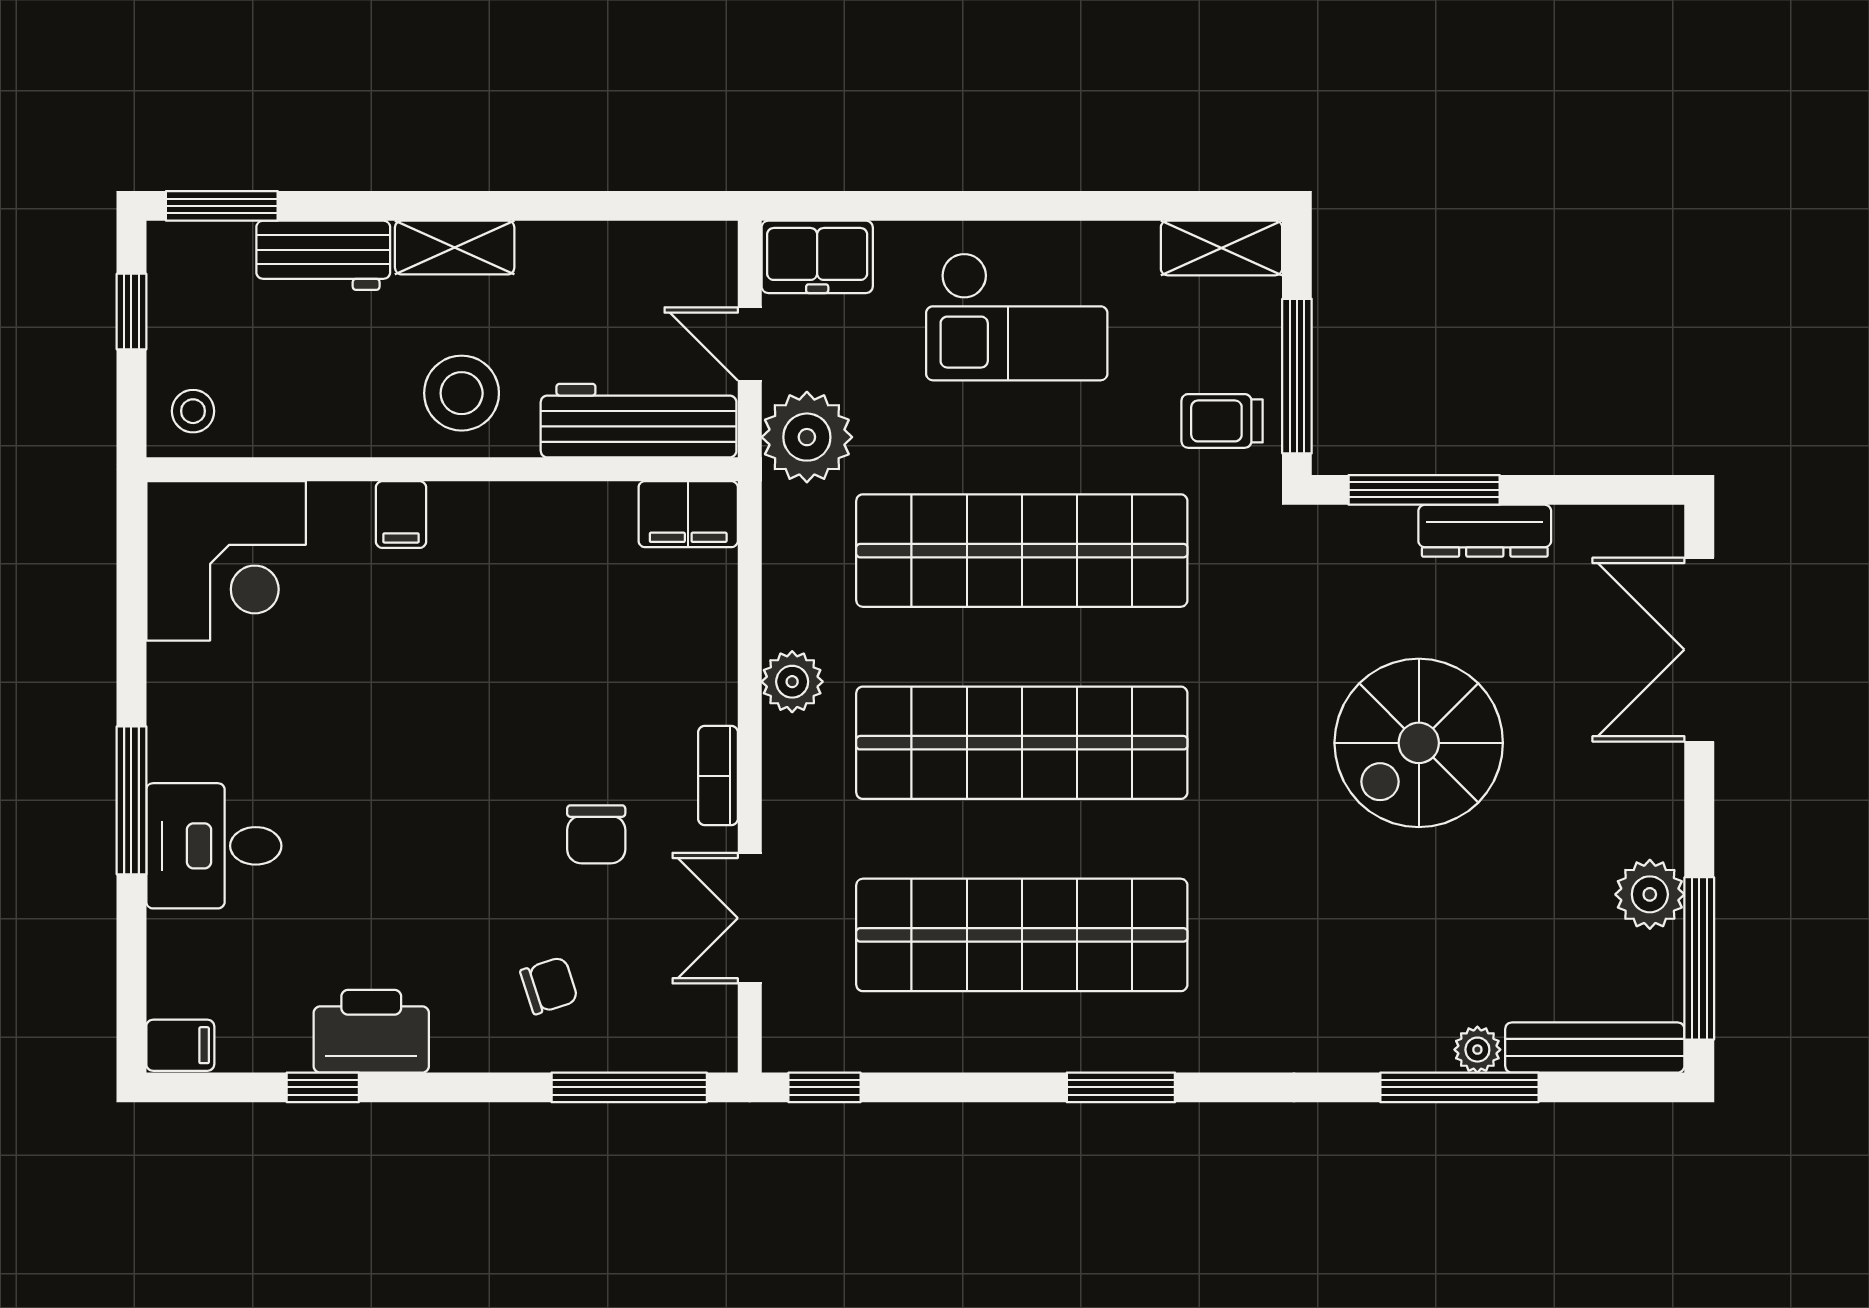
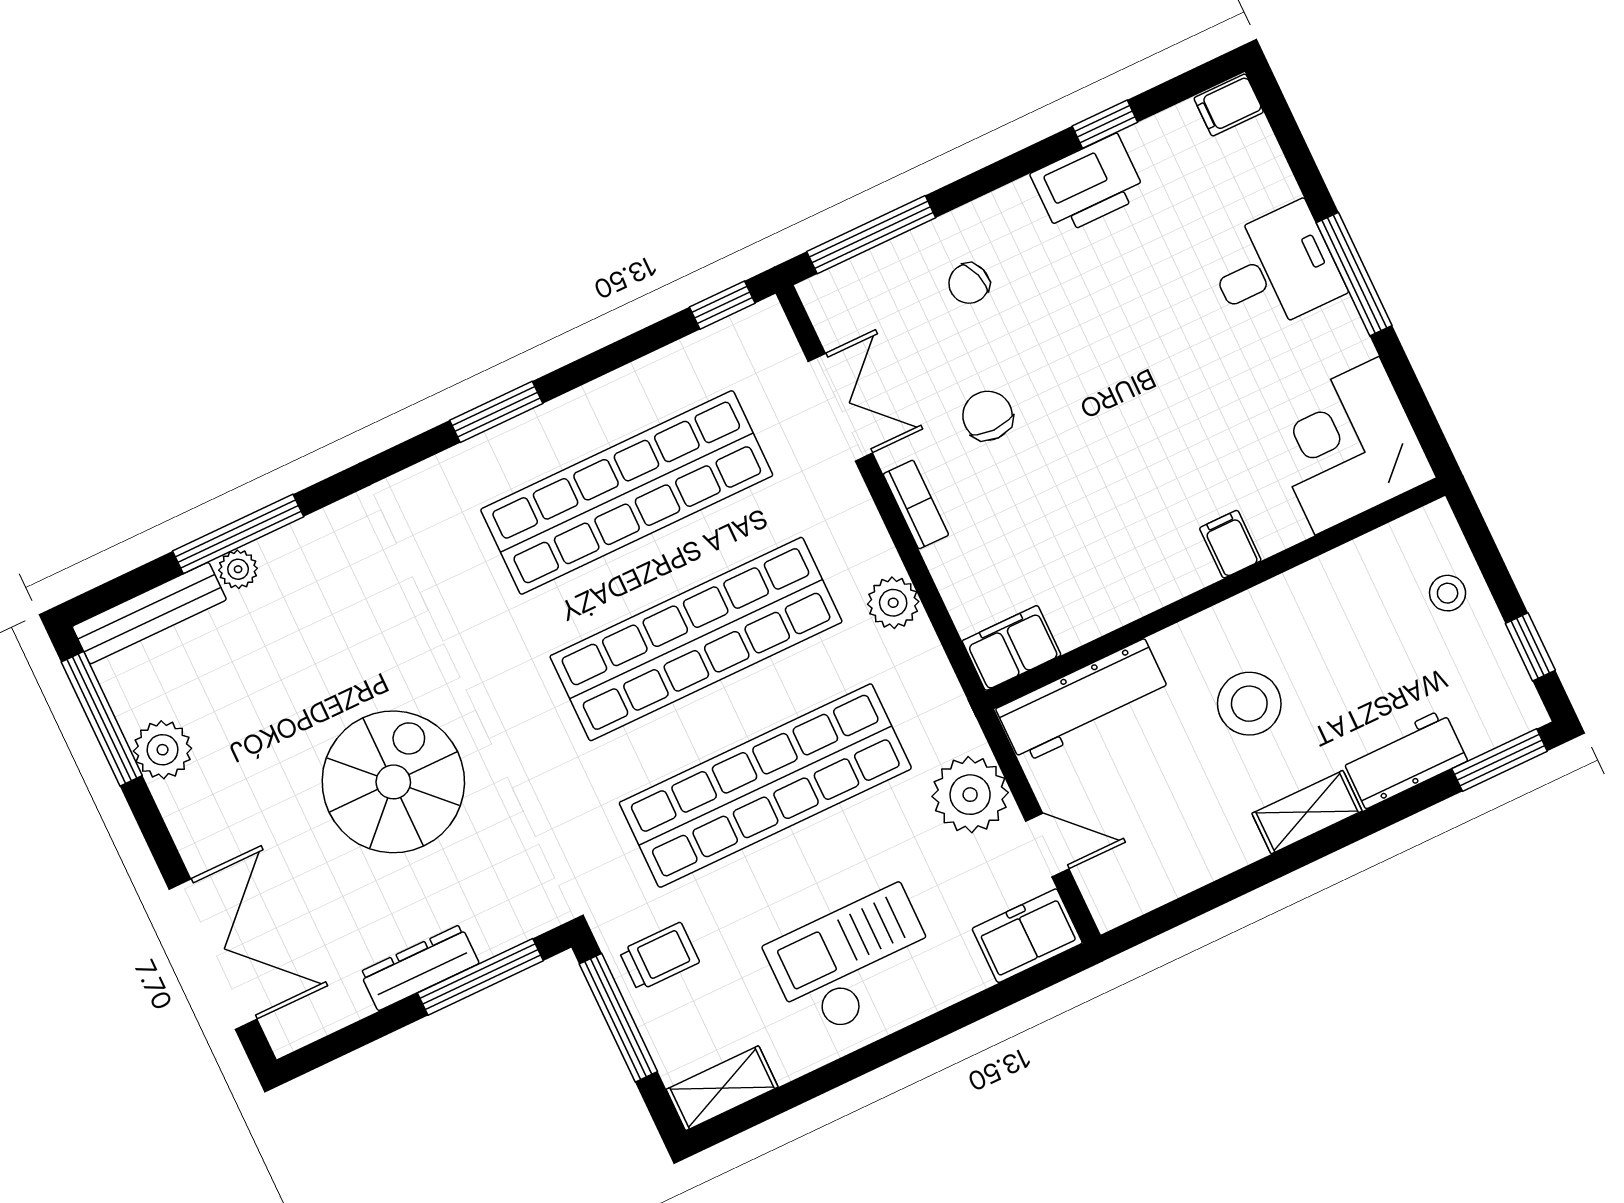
workbench: (639, 421) -> (1083, 701), moved
wall: (442, 469) -> (1215, 594), moved
filing cabinet: (688, 514) -> (1012, 648), moved
filing cabinet: (401, 515) -> (1230, 544), moved
corner desk: (226, 561) -> (1347, 446), moved

